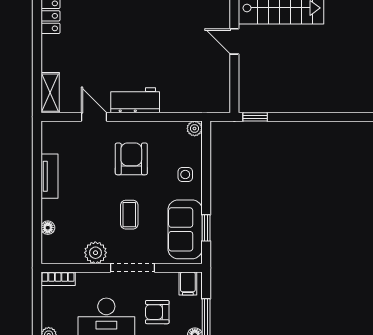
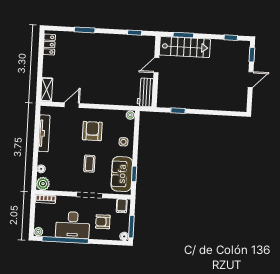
door: (234, 41) -> (156, 65), hinge flipped
workbench: (135, 100) -> (145, 92), moved, turned -90
door: (94, 117) -> (72, 105), hinge flipped
window: (255, 117) -> (178, 111), moved
tv unit: (50, 176) -> (44, 133), width x1.41
plant: (95, 253) -> (43, 184), moved

